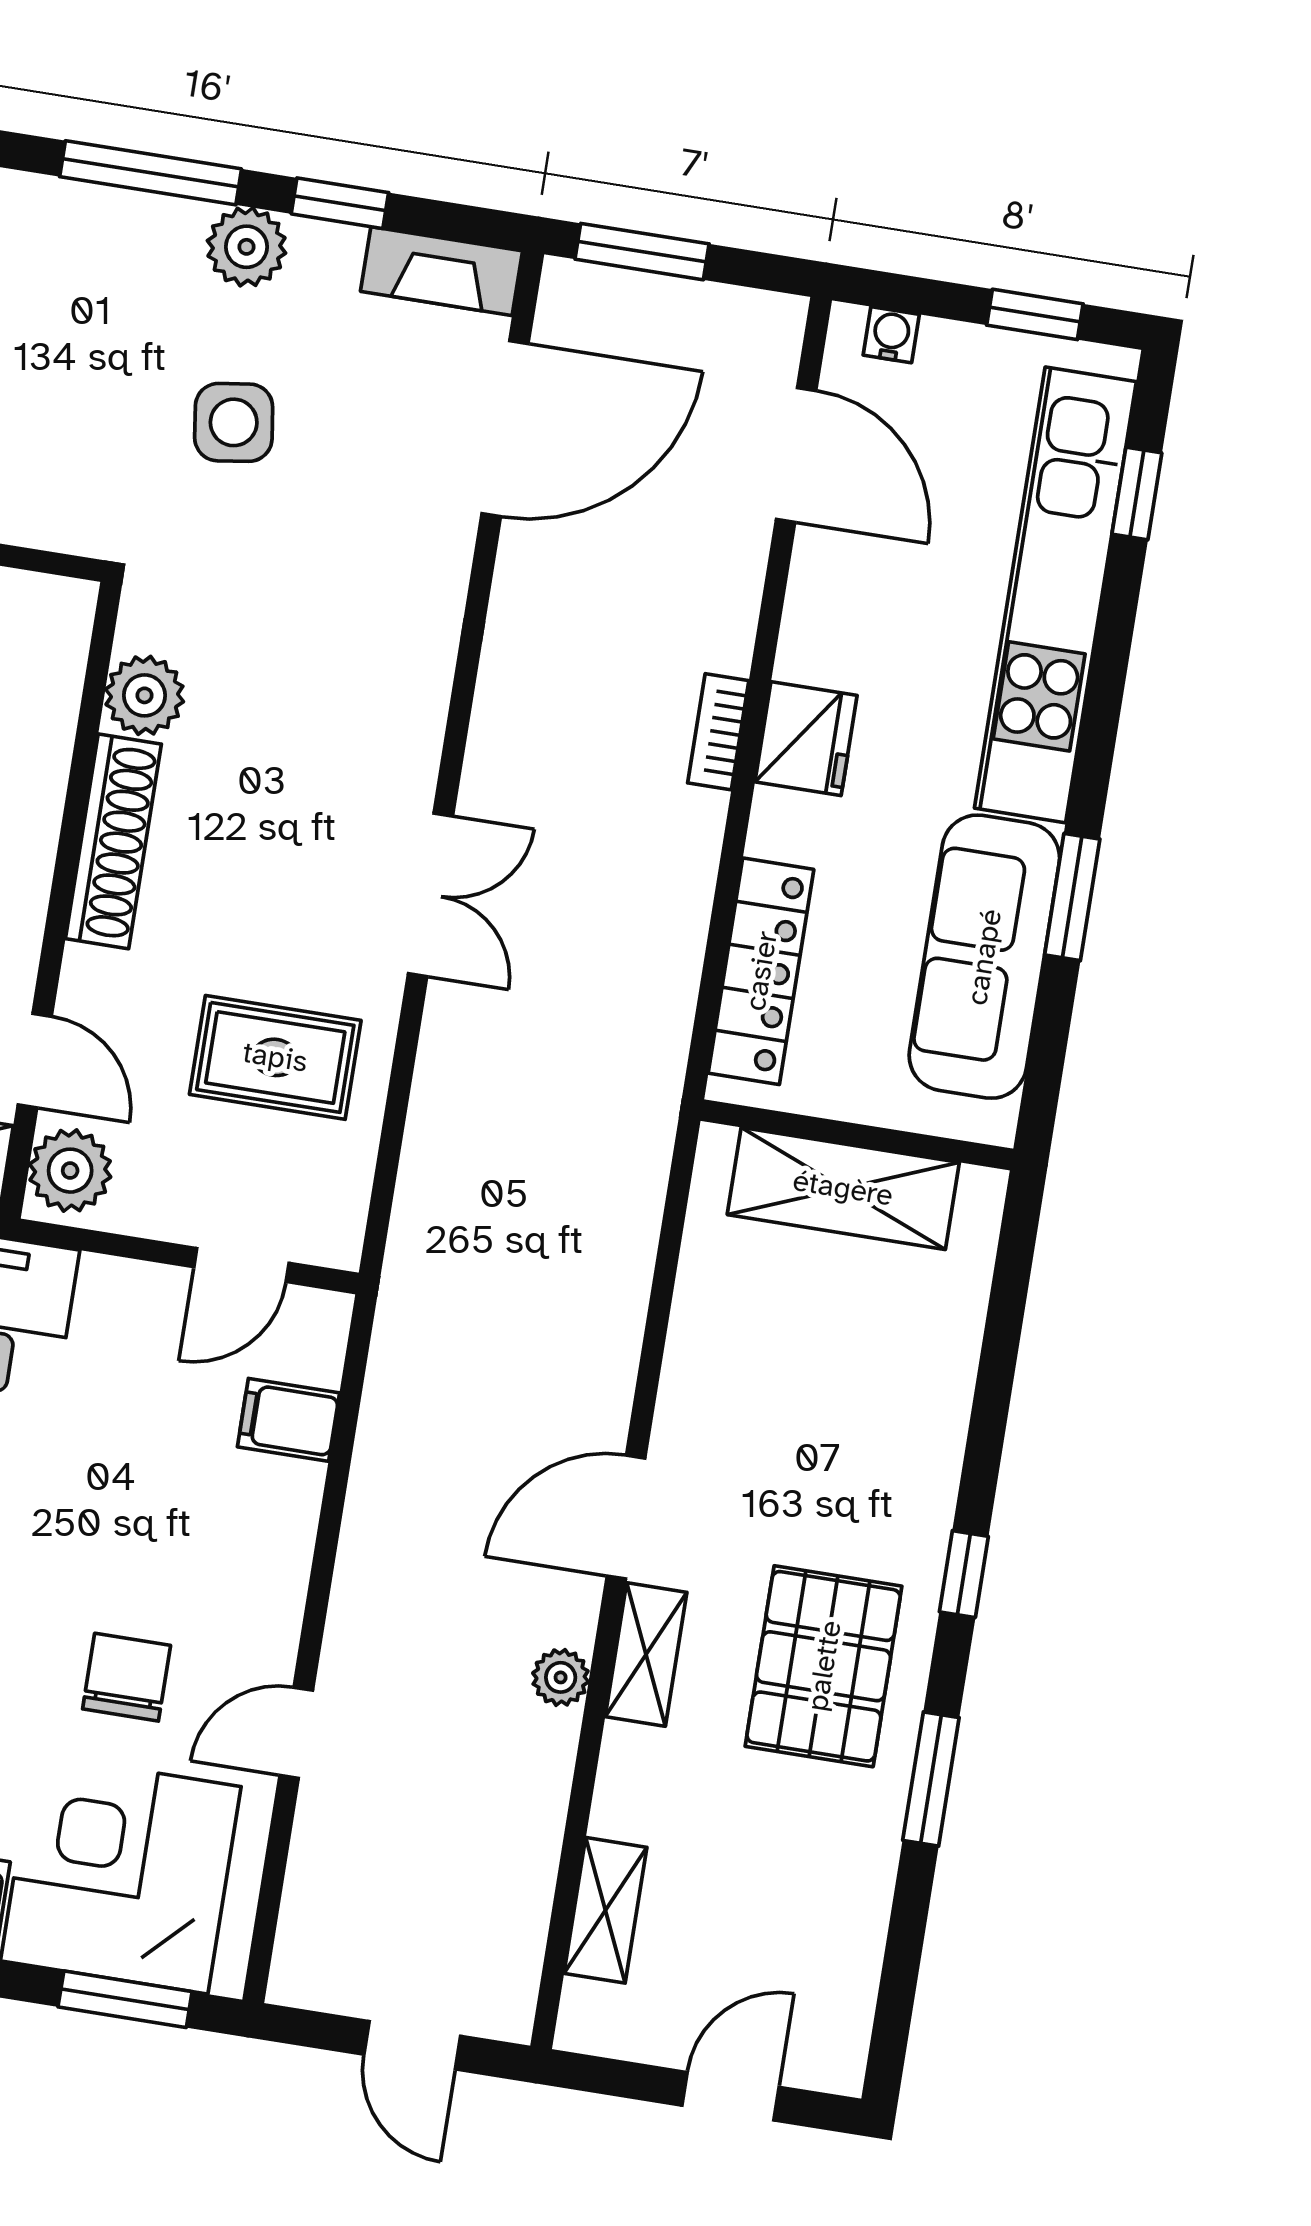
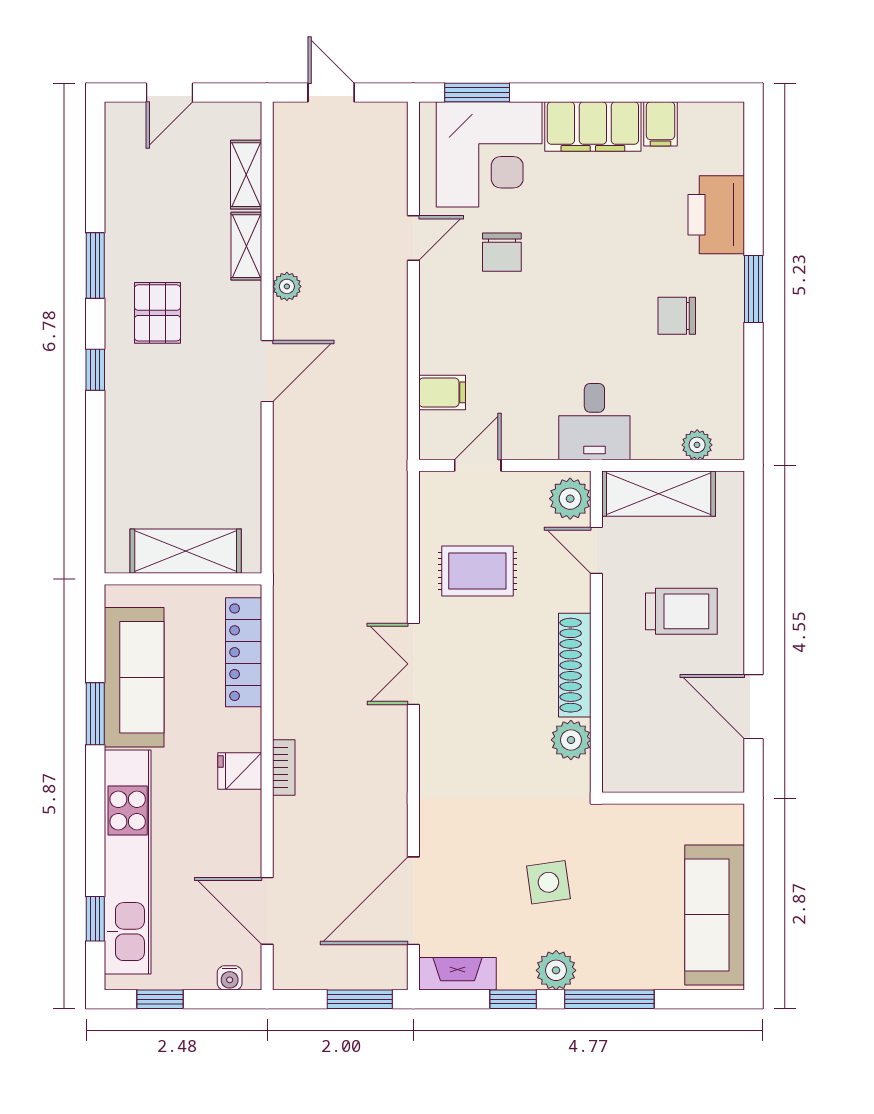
fridge: (806, 739) -> (240, 771), width x0.72
shelving: (646, 1654) -> (246, 246), moved
pallet: (824, 1666) -> (157, 313), width x0.67, depth x0.71

